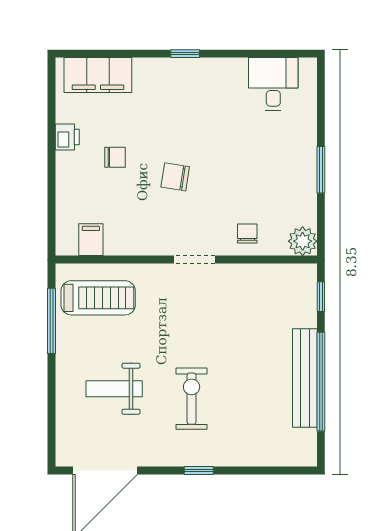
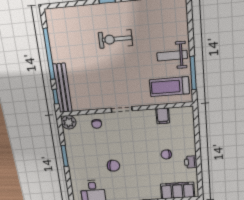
chair: (175, 177) -> (113, 166), moved
filing cabinet: (91, 240) -> (163, 116), moved
bench: (305, 378) -> (62, 88), moved
weight bench: (114, 389) -> (172, 56), moved, turned 180
exercise bike: (192, 399) -> (115, 39), turned 90

